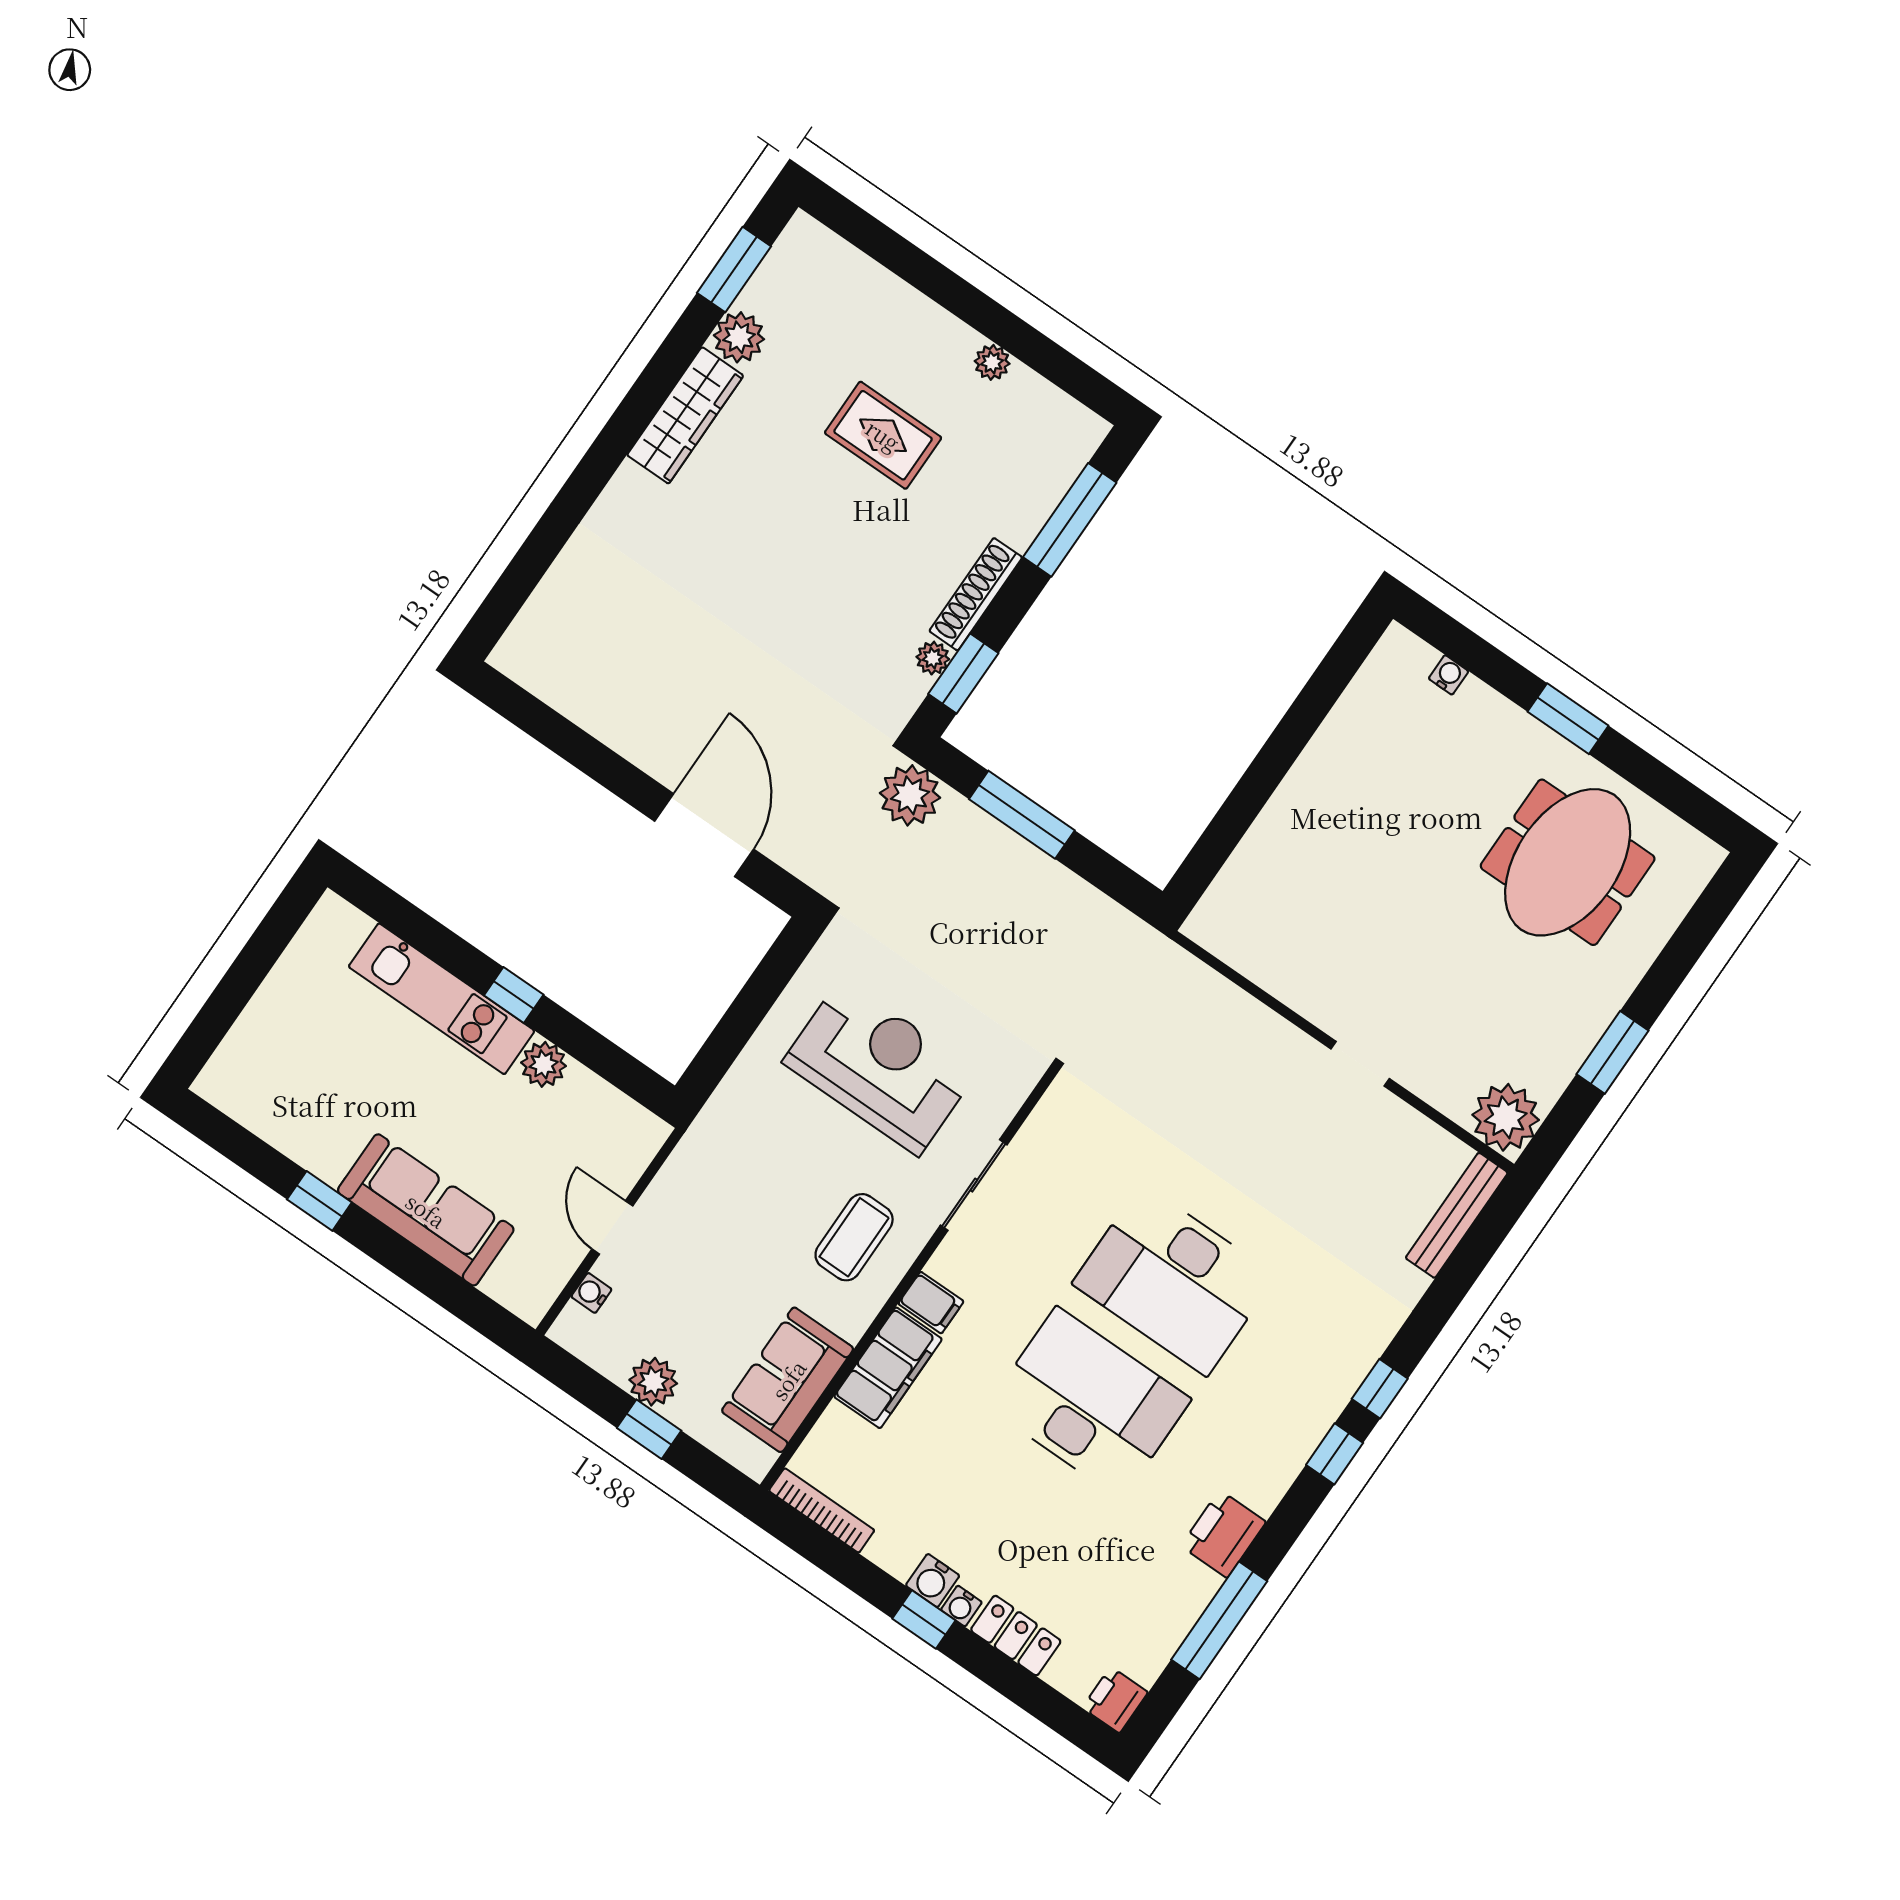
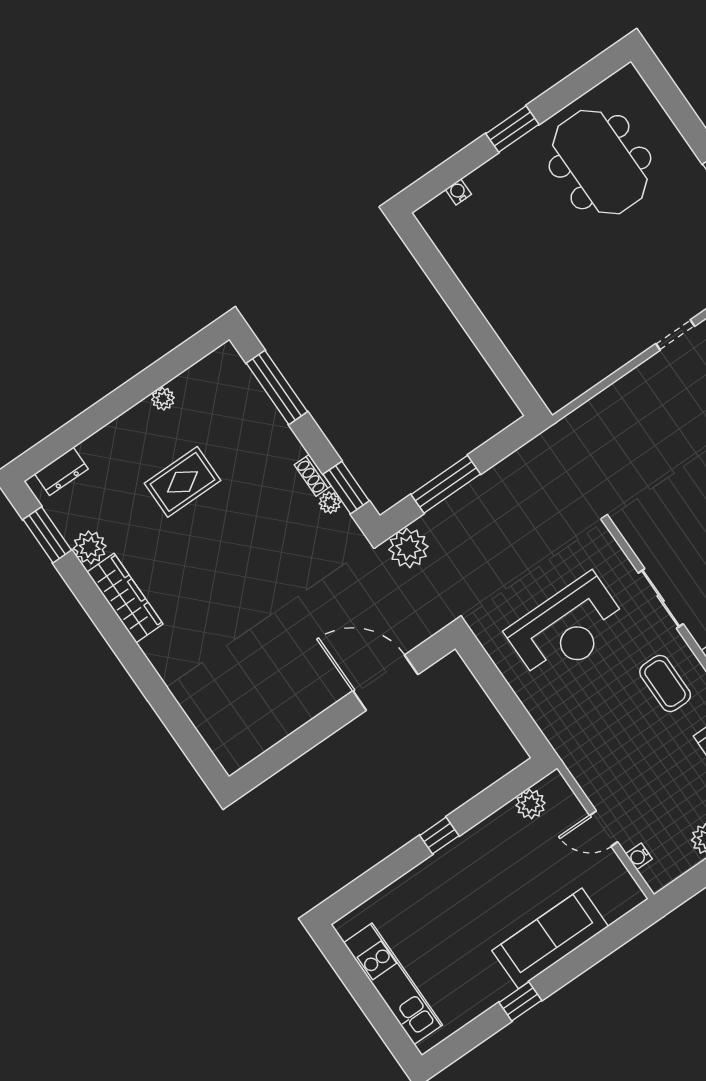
dresser: (833, 256) -> (61, 471), added
shoe rack: (976, 594) -> (313, 475), width x0.51, depth x0.81
kitchen unit: (442, 999) -> (393, 984), moved, turned -90
plant: (544, 1064) -> (530, 804), moved
reception desk: (880, 1067) -> (567, 629), turned 180

